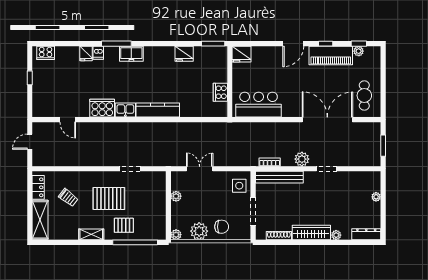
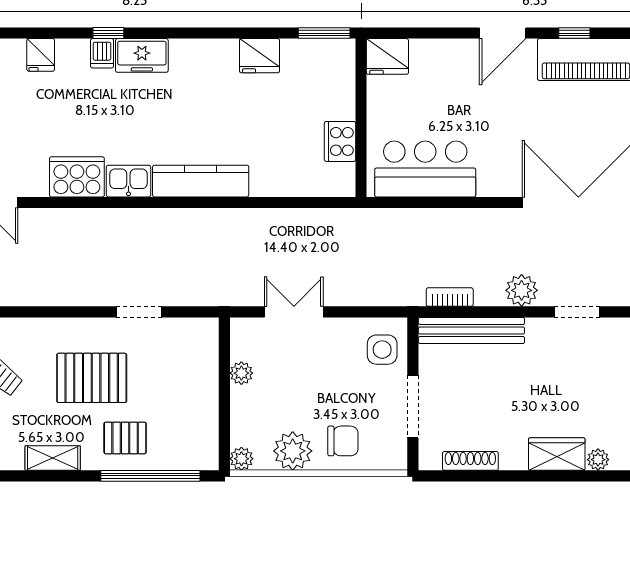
window: (116, 44) -> (108, 33), width x0.46
dishwasher: (98, 53) -> (102, 53), moved
wardrobe: (311, 233) -> (557, 454), width x0.67

